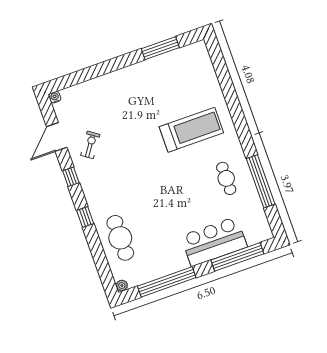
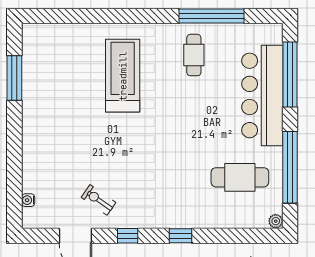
water cooler: (55, 97) -> (28, 200), moved
cafe table: (226, 178) -> (194, 55), turned 90
cafe table: (120, 238) -> (240, 177), moved
bar counter: (214, 241) -> (262, 95), width x1.36

